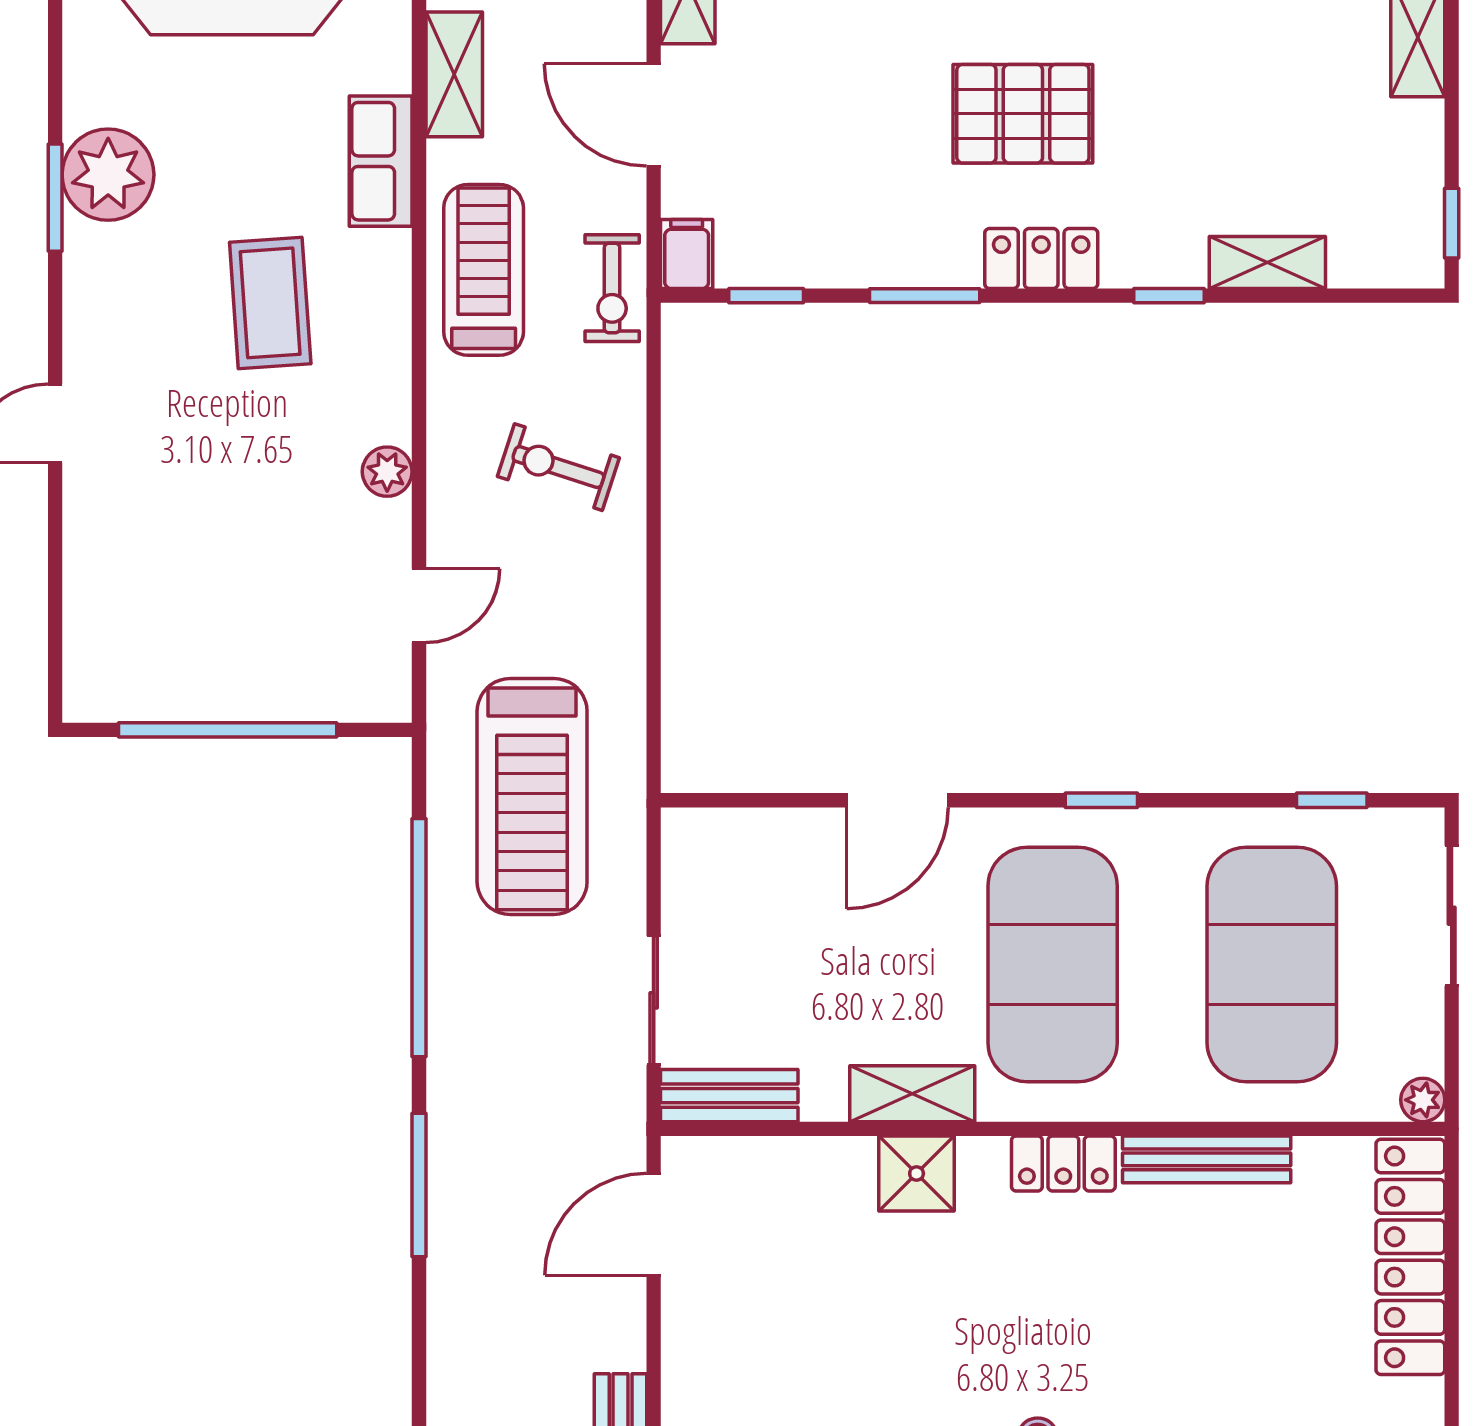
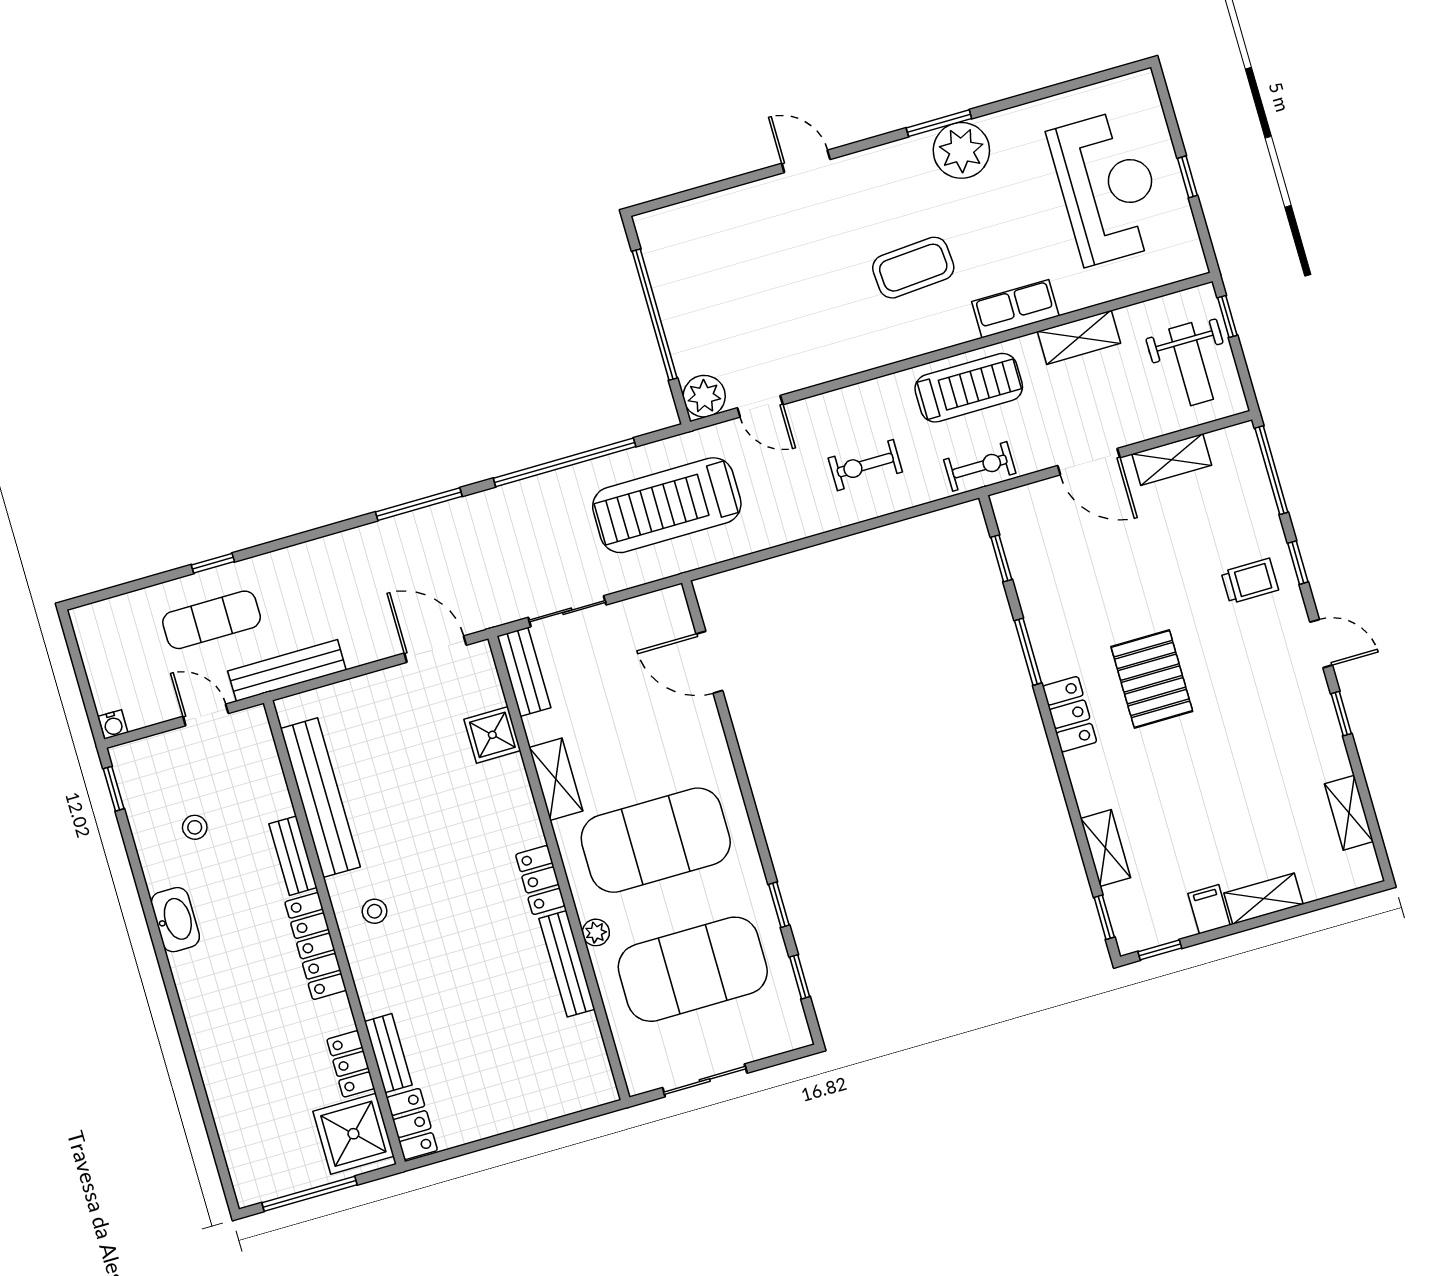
door: (654, 115) -> (1089, 462), swing flipped
filing cabinet: (687, 254) -> (1209, 909), moved, turned -90
exercise bike: (612, 288) -> (980, 466), turned 180
window: (1169, 296) -> (1104, 917), moved
exercise bike: (558, 467) -> (865, 465), turned -108
plant: (387, 472) -> (704, 396), moved, width x1.38, depth x1.38
door: (897, 800) -> (709, 662), moved
window: (1101, 800) -> (779, 905), moved
sliding door: (1452, 916) -> (705, 1080), moved
plant: (1423, 1100) -> (596, 932), moved
shower: (917, 1173) -> (492, 735), moved
locker: (1410, 1257) -> (544, 1100), removed

